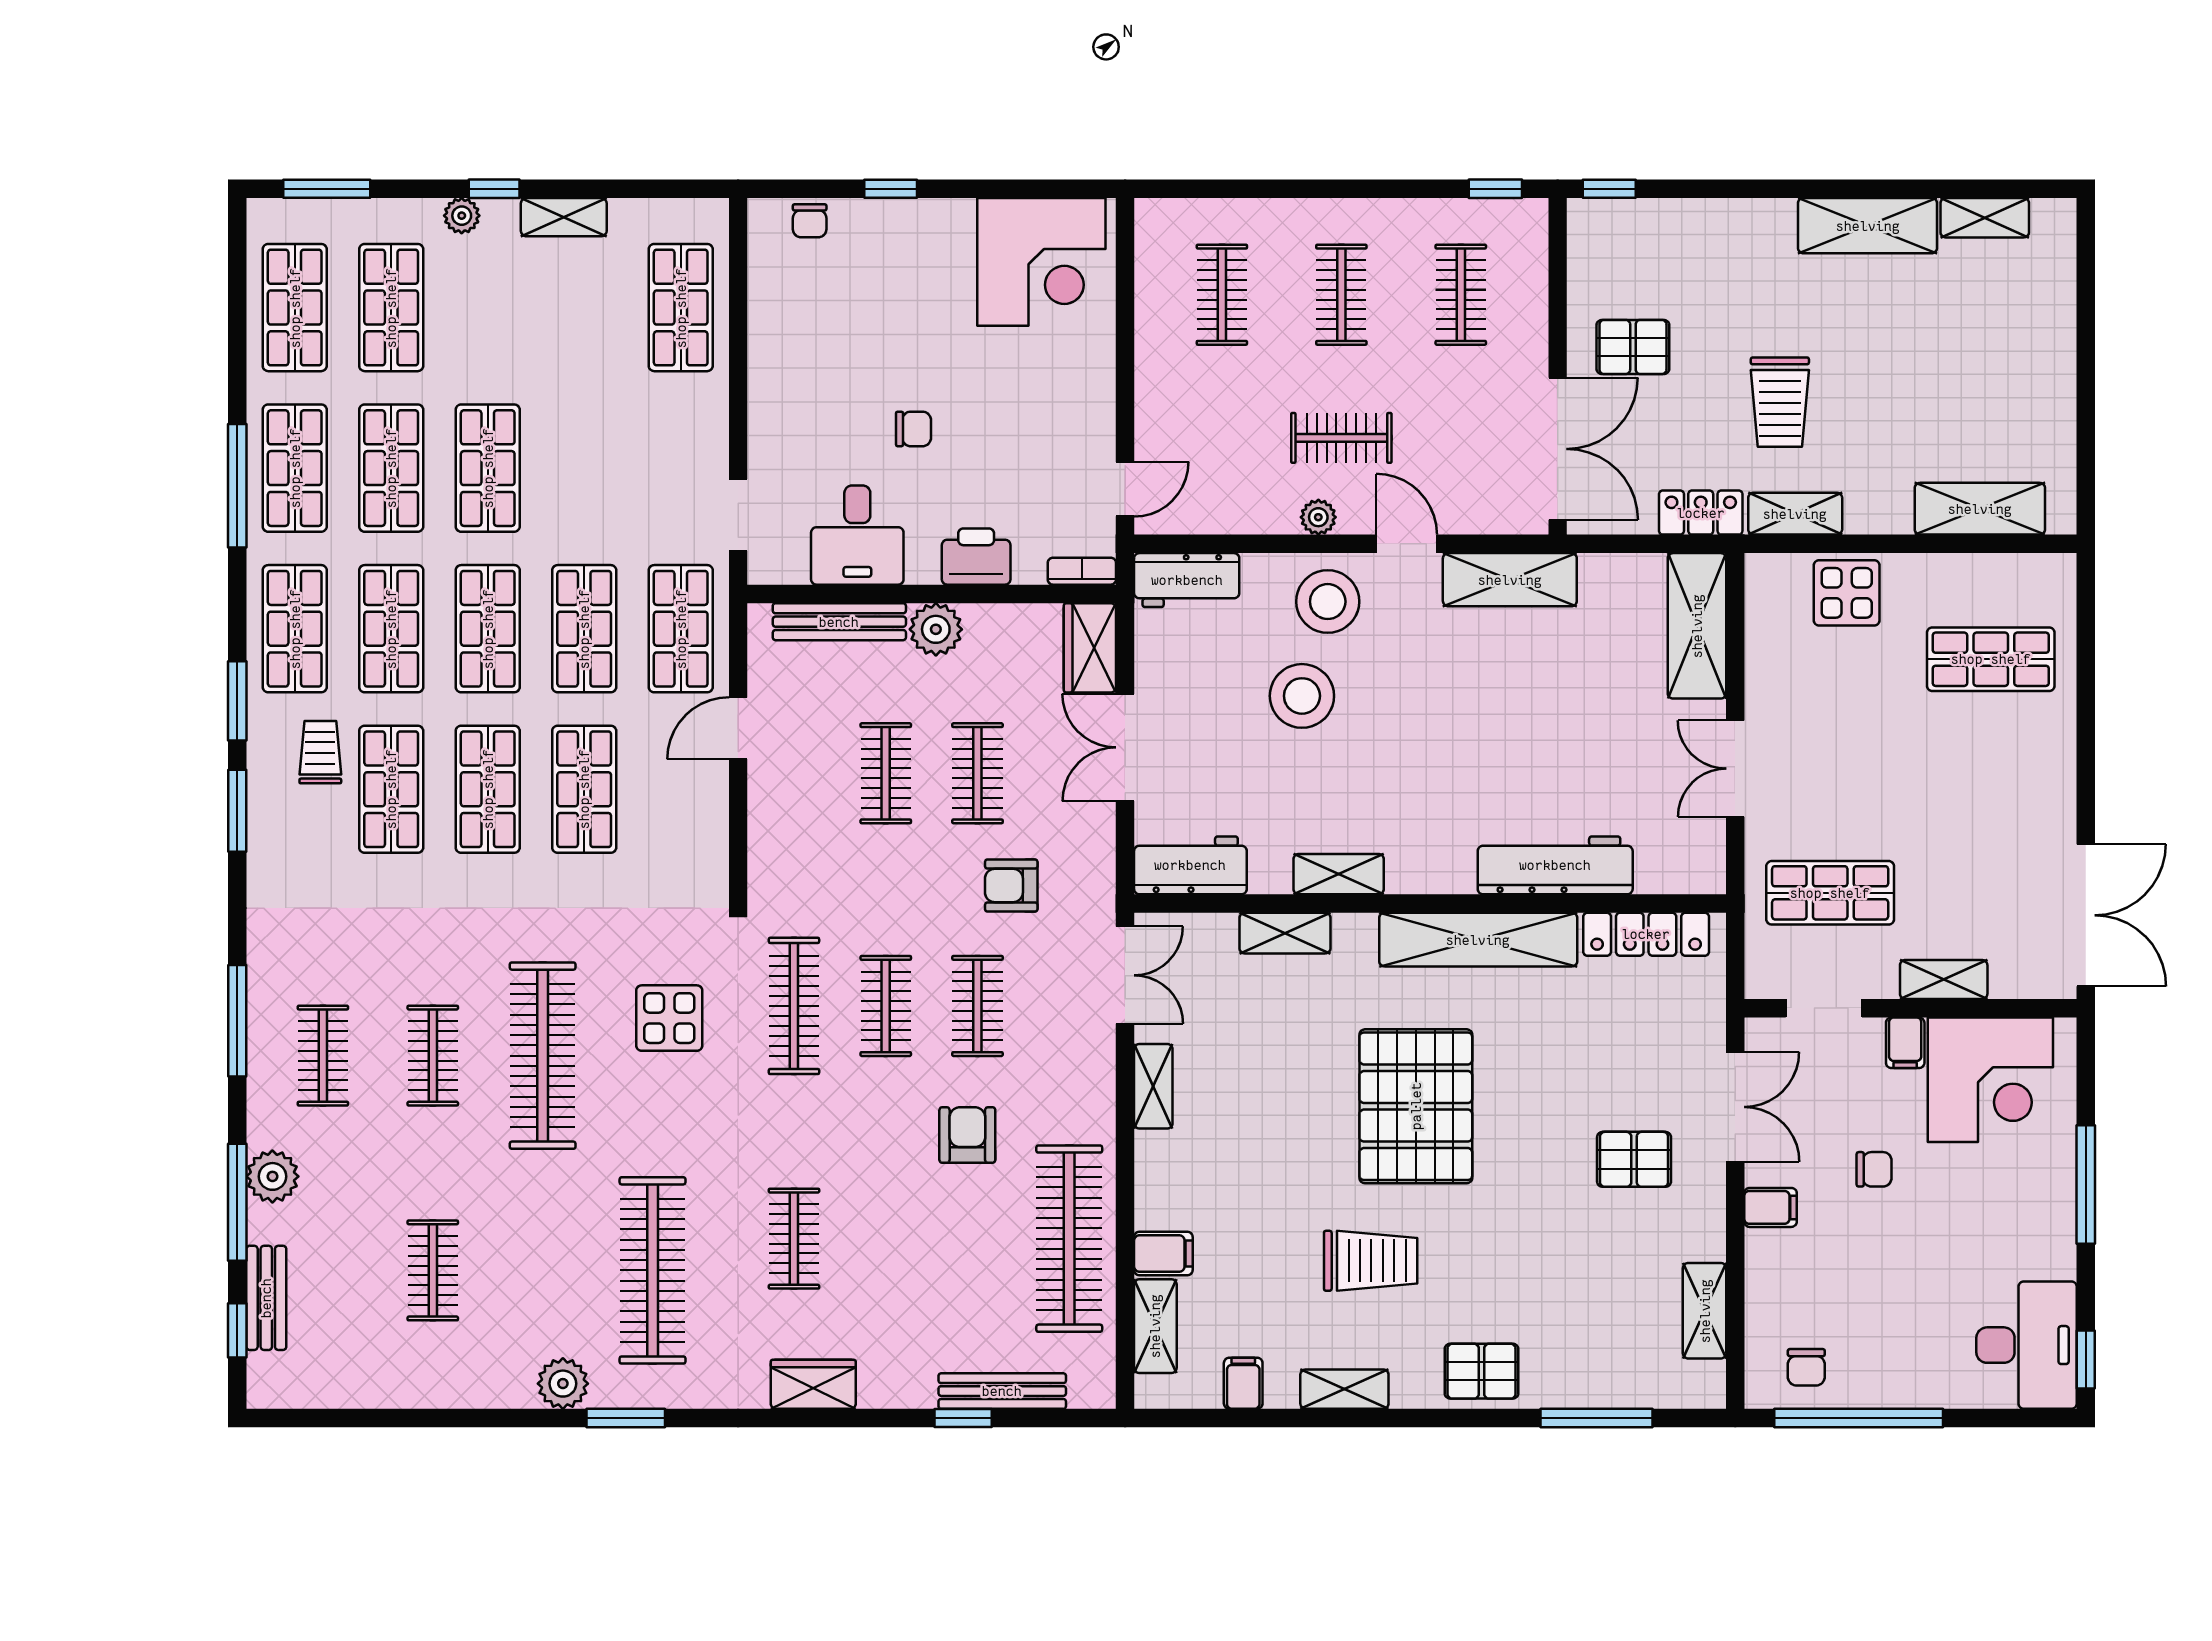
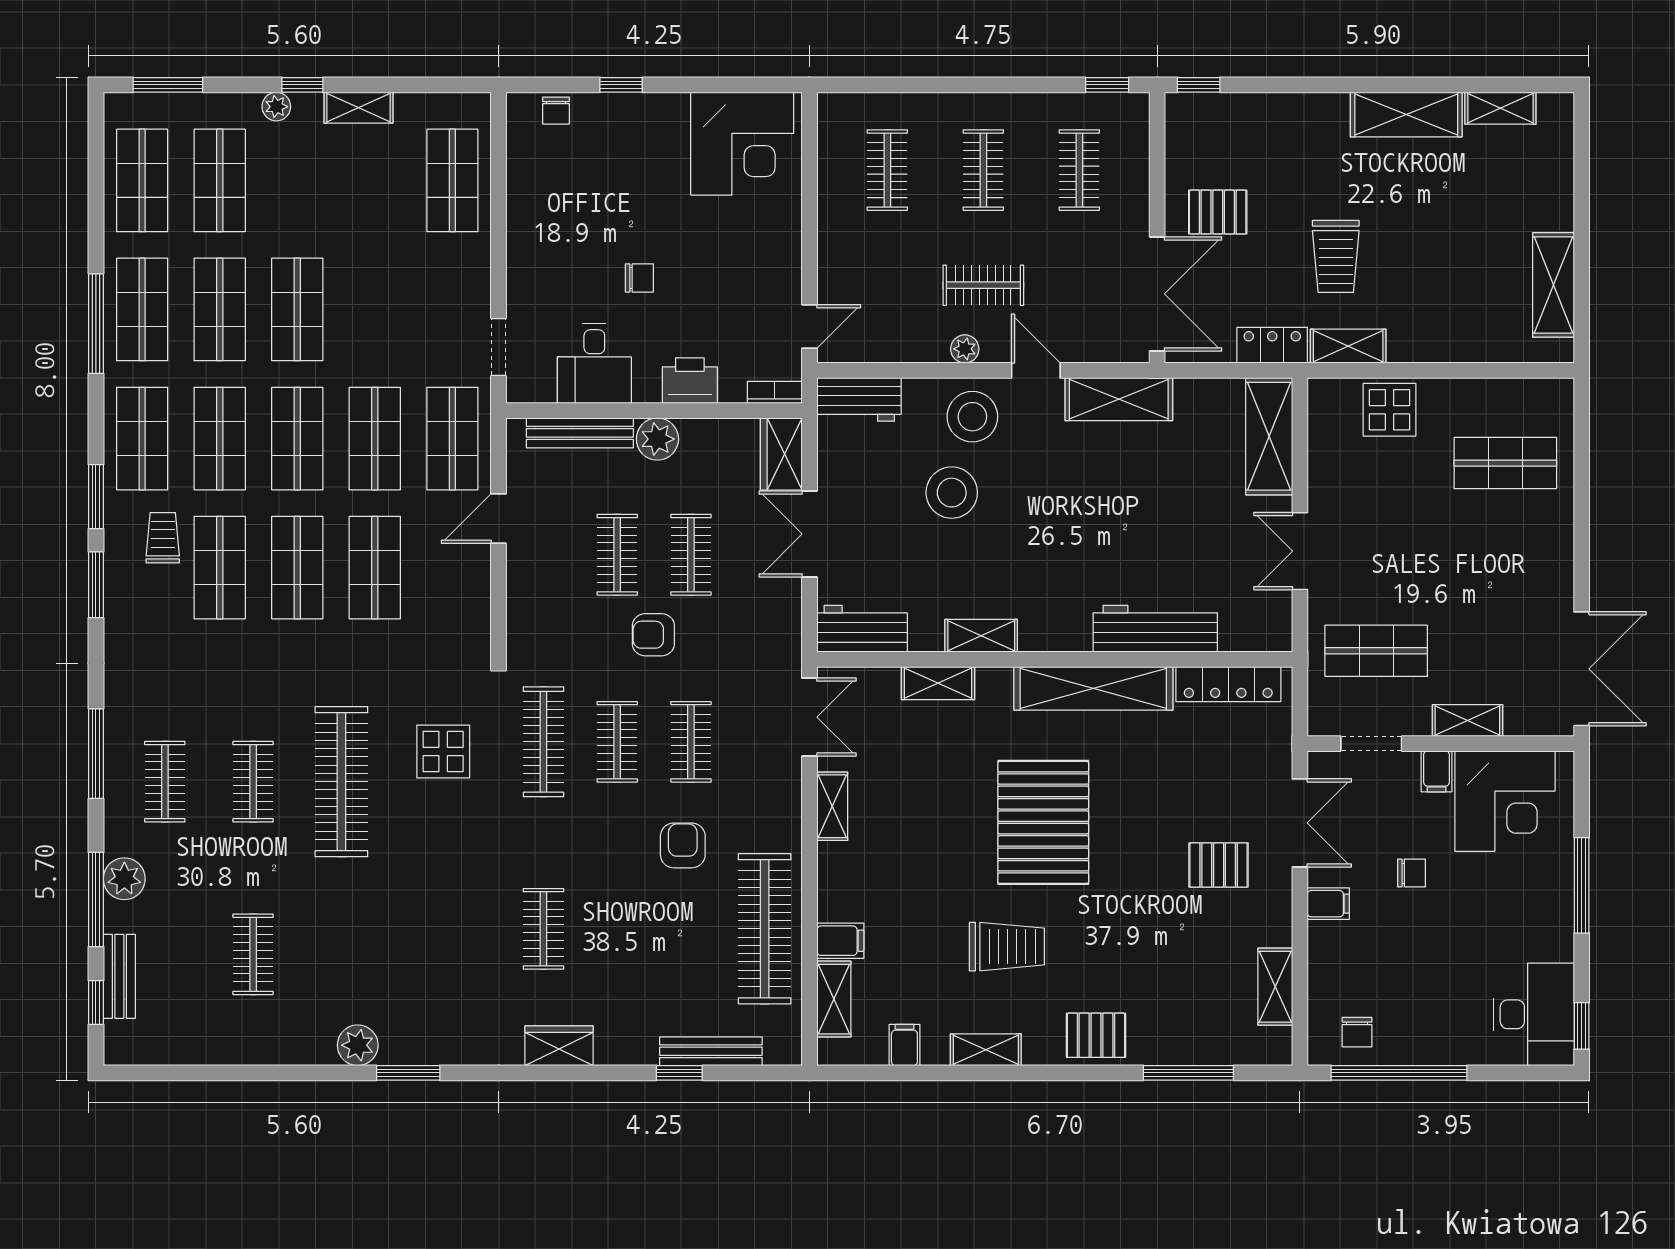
shelving: (1980, 509) -> (1553, 285), moved, turned 90
armchair: (1011, 886) -> (653, 635), moved
clothes rail: (653, 1270) -> (430, 954), removed

